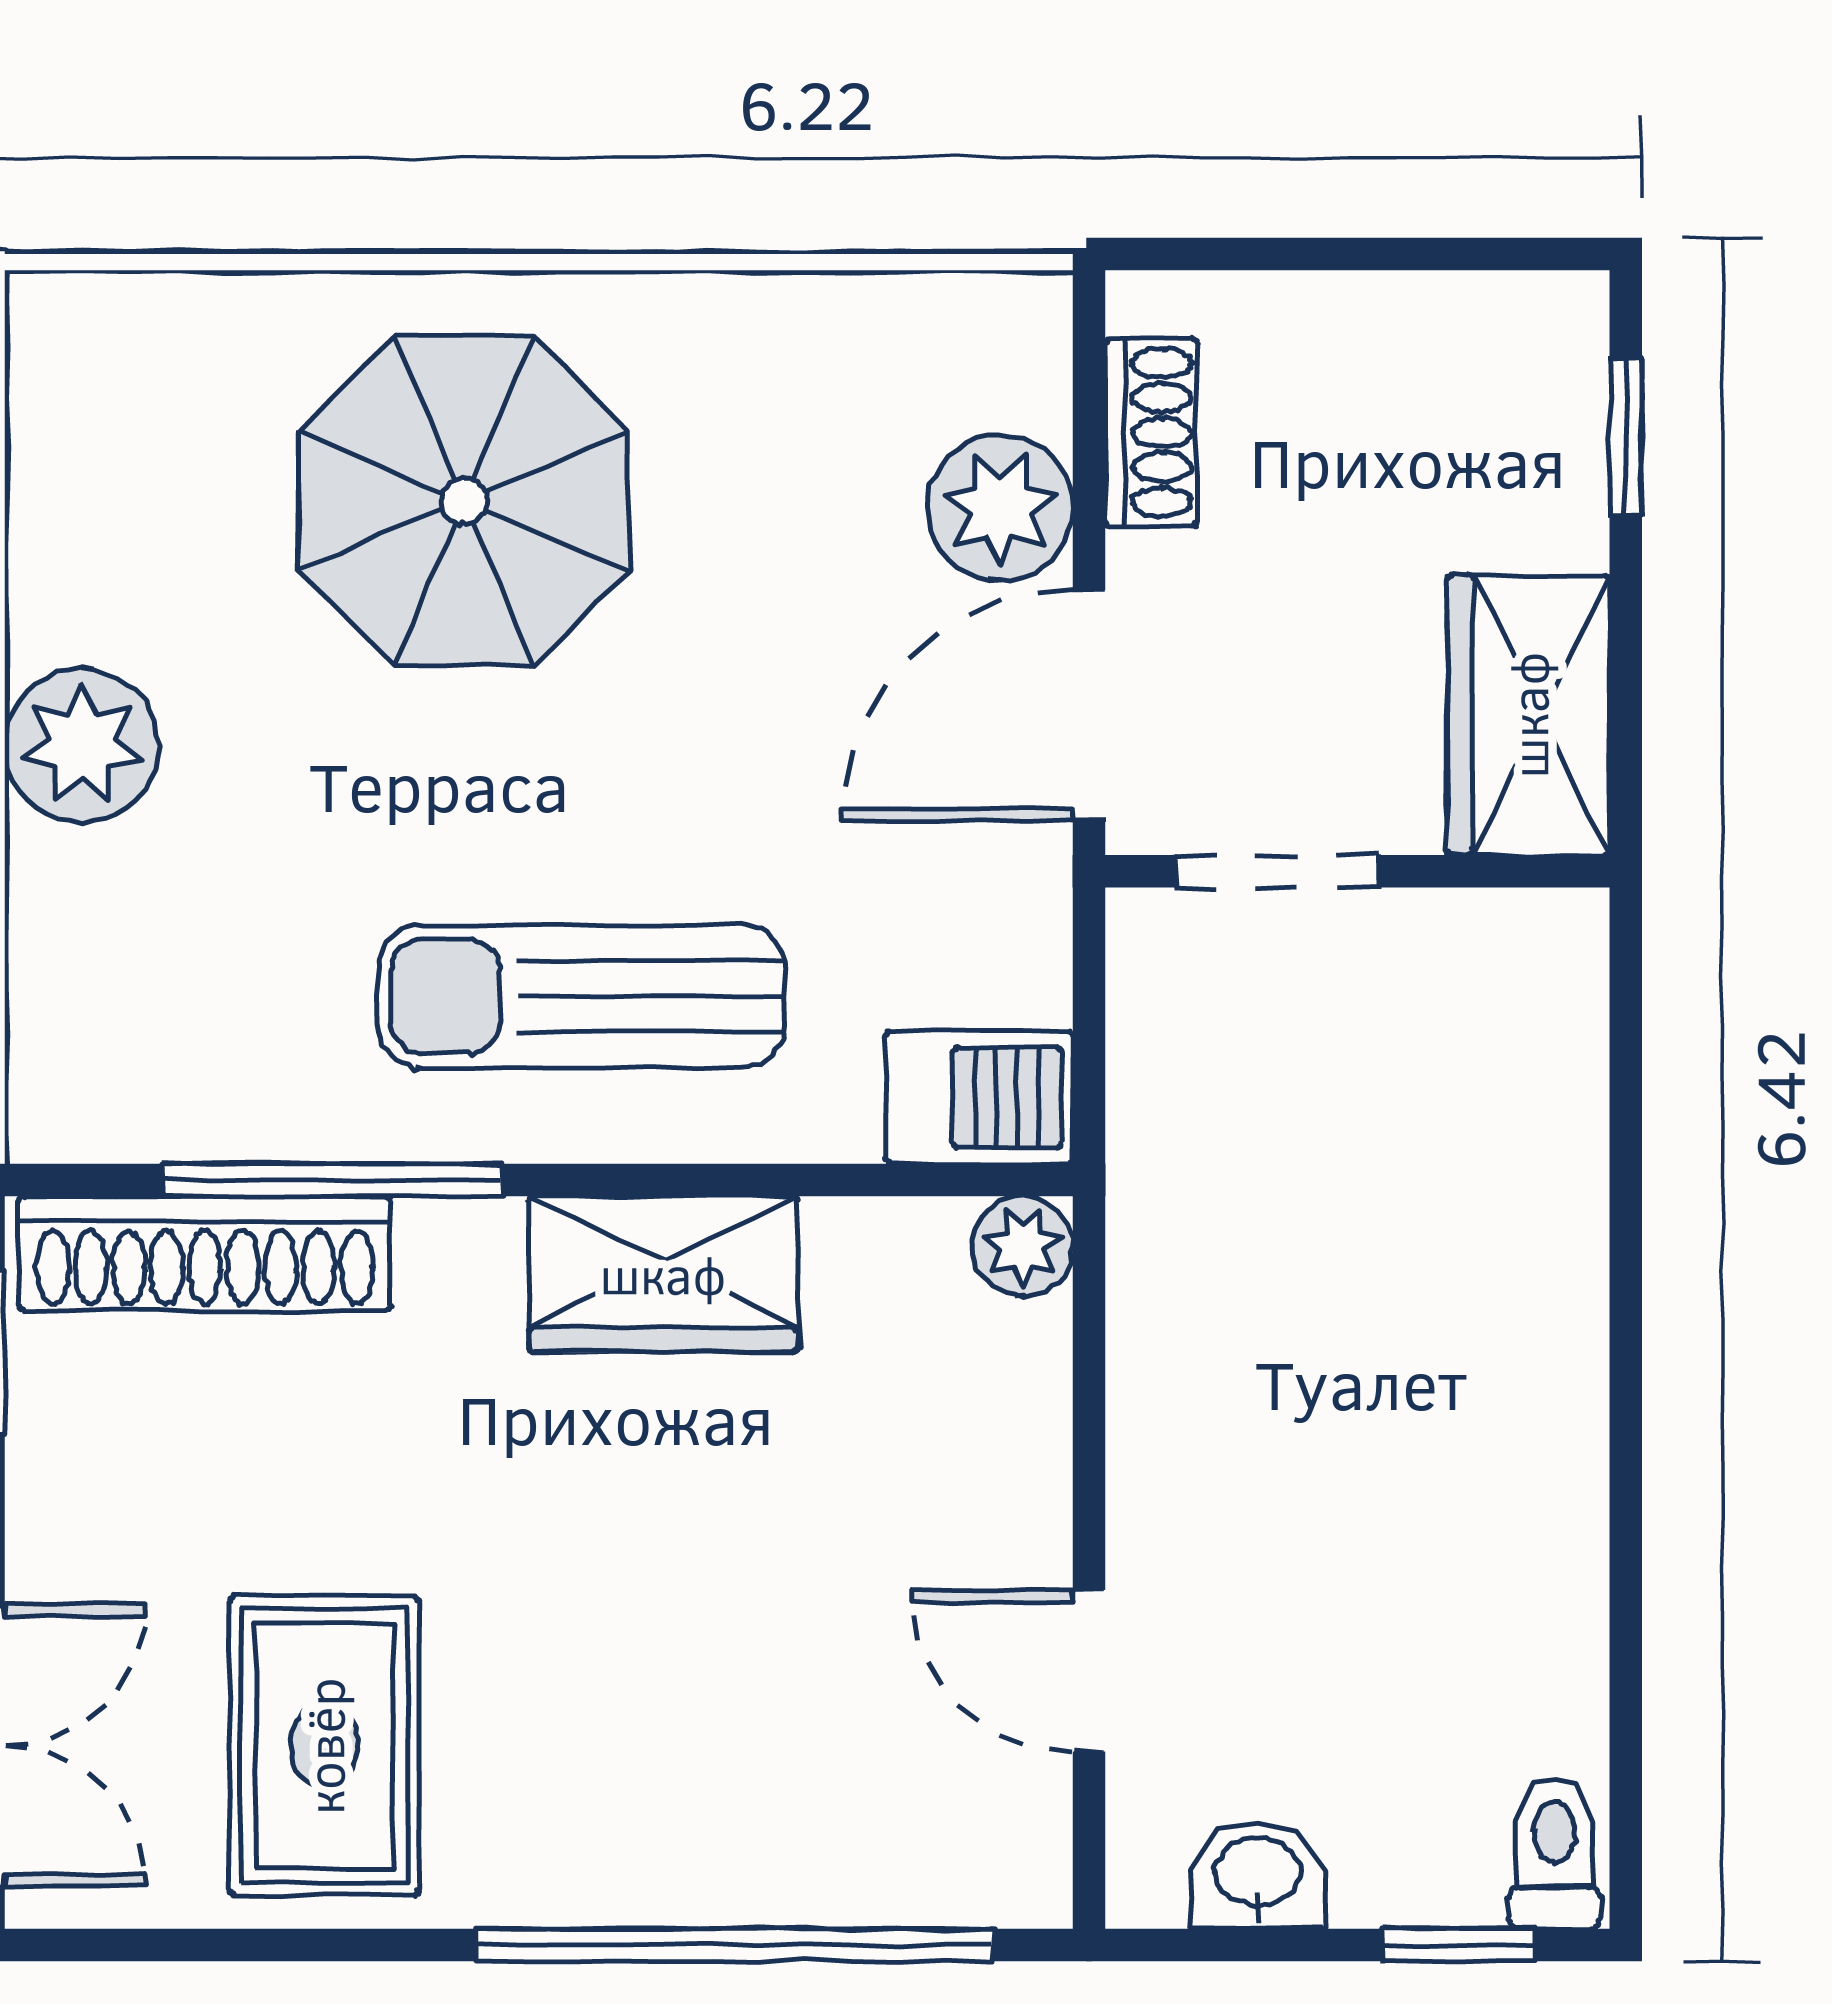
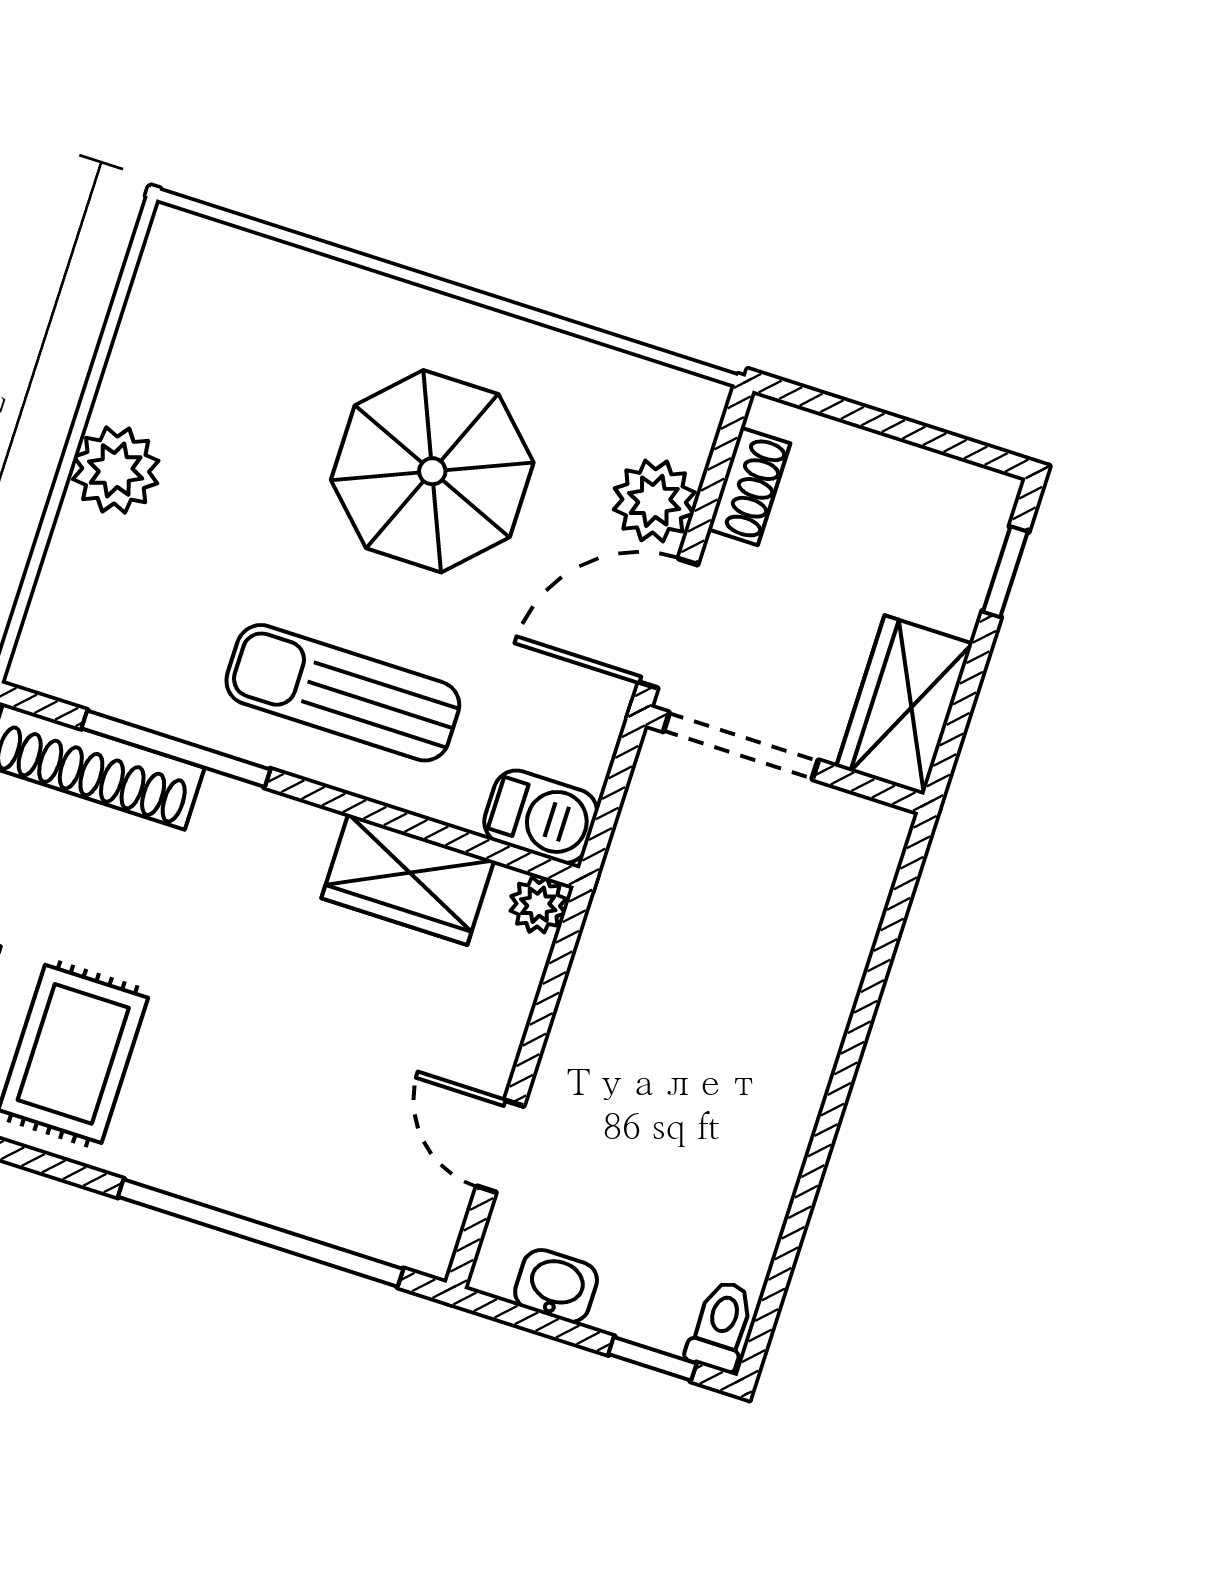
parasol: (464, 501) -> (432, 471), moved
doorway: (1276, 871) -> (741, 746), width x1.38
wardrobe: (663, 1274) -> (408, 879), moved

